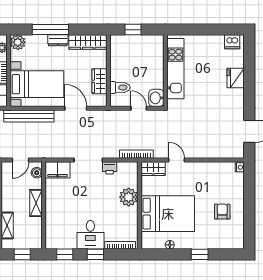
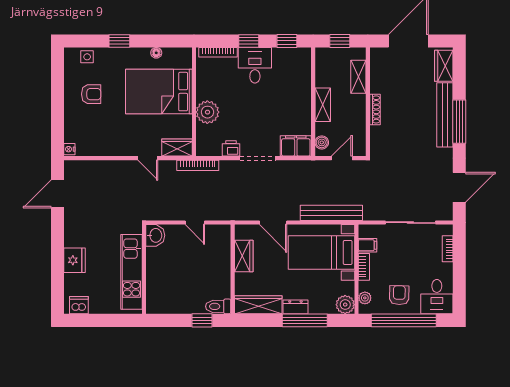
kitchen unit: (175, 69) -> (132, 272), moved
wall: (165, 71) -> (144, 269), moved
toilet: (120, 88) -> (218, 306), moved
washbasin: (156, 98) -> (155, 235), moved
armchair: (222, 212) -> (91, 94), turned -90
side table: (225, 242) -> (87, 57), added

